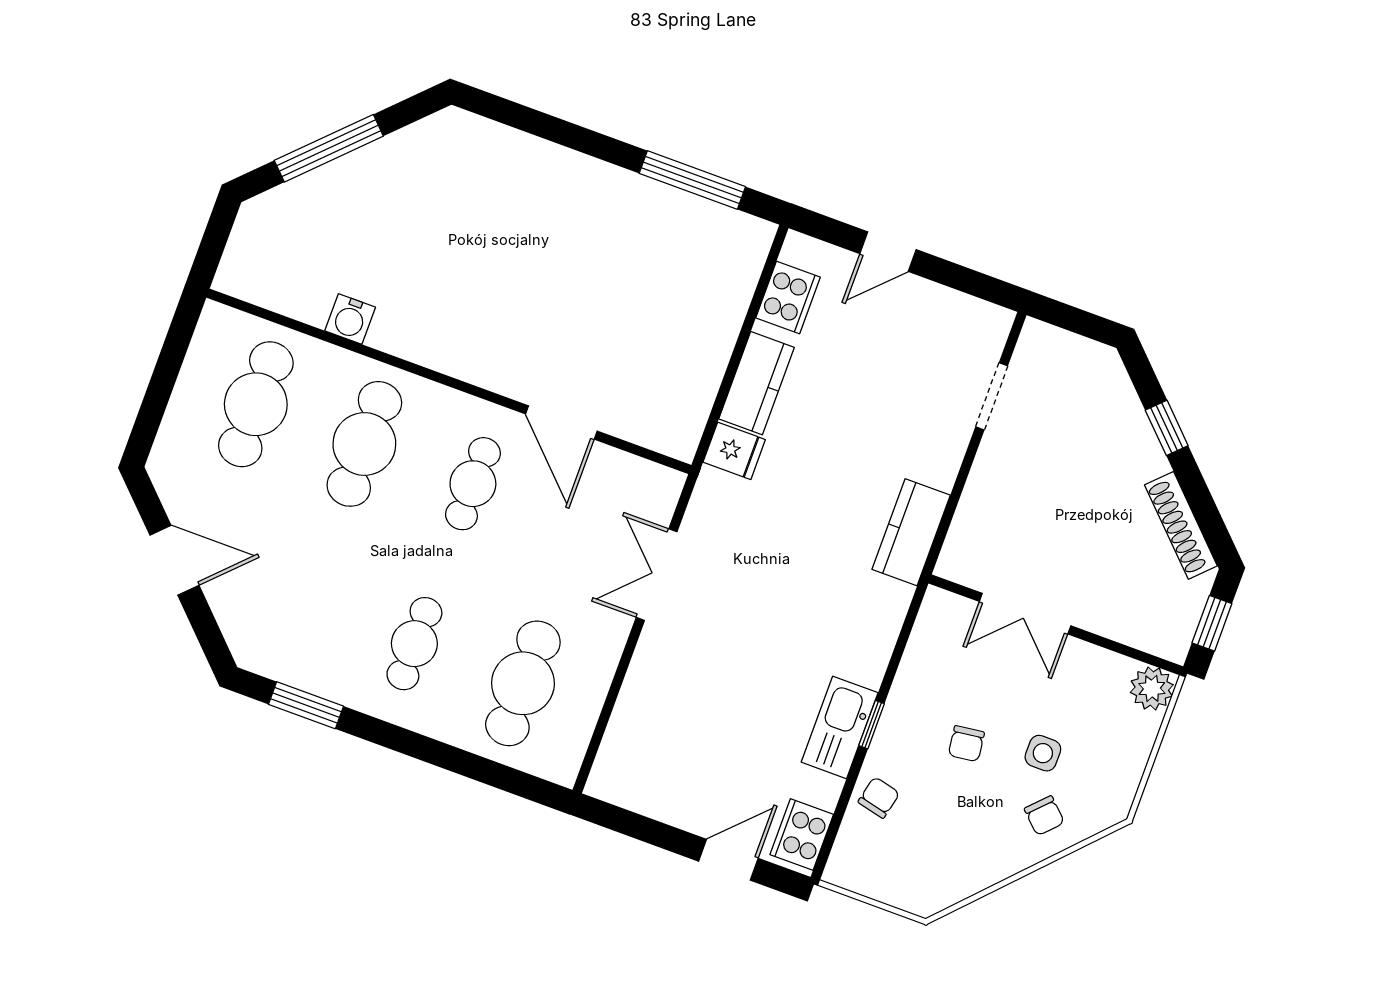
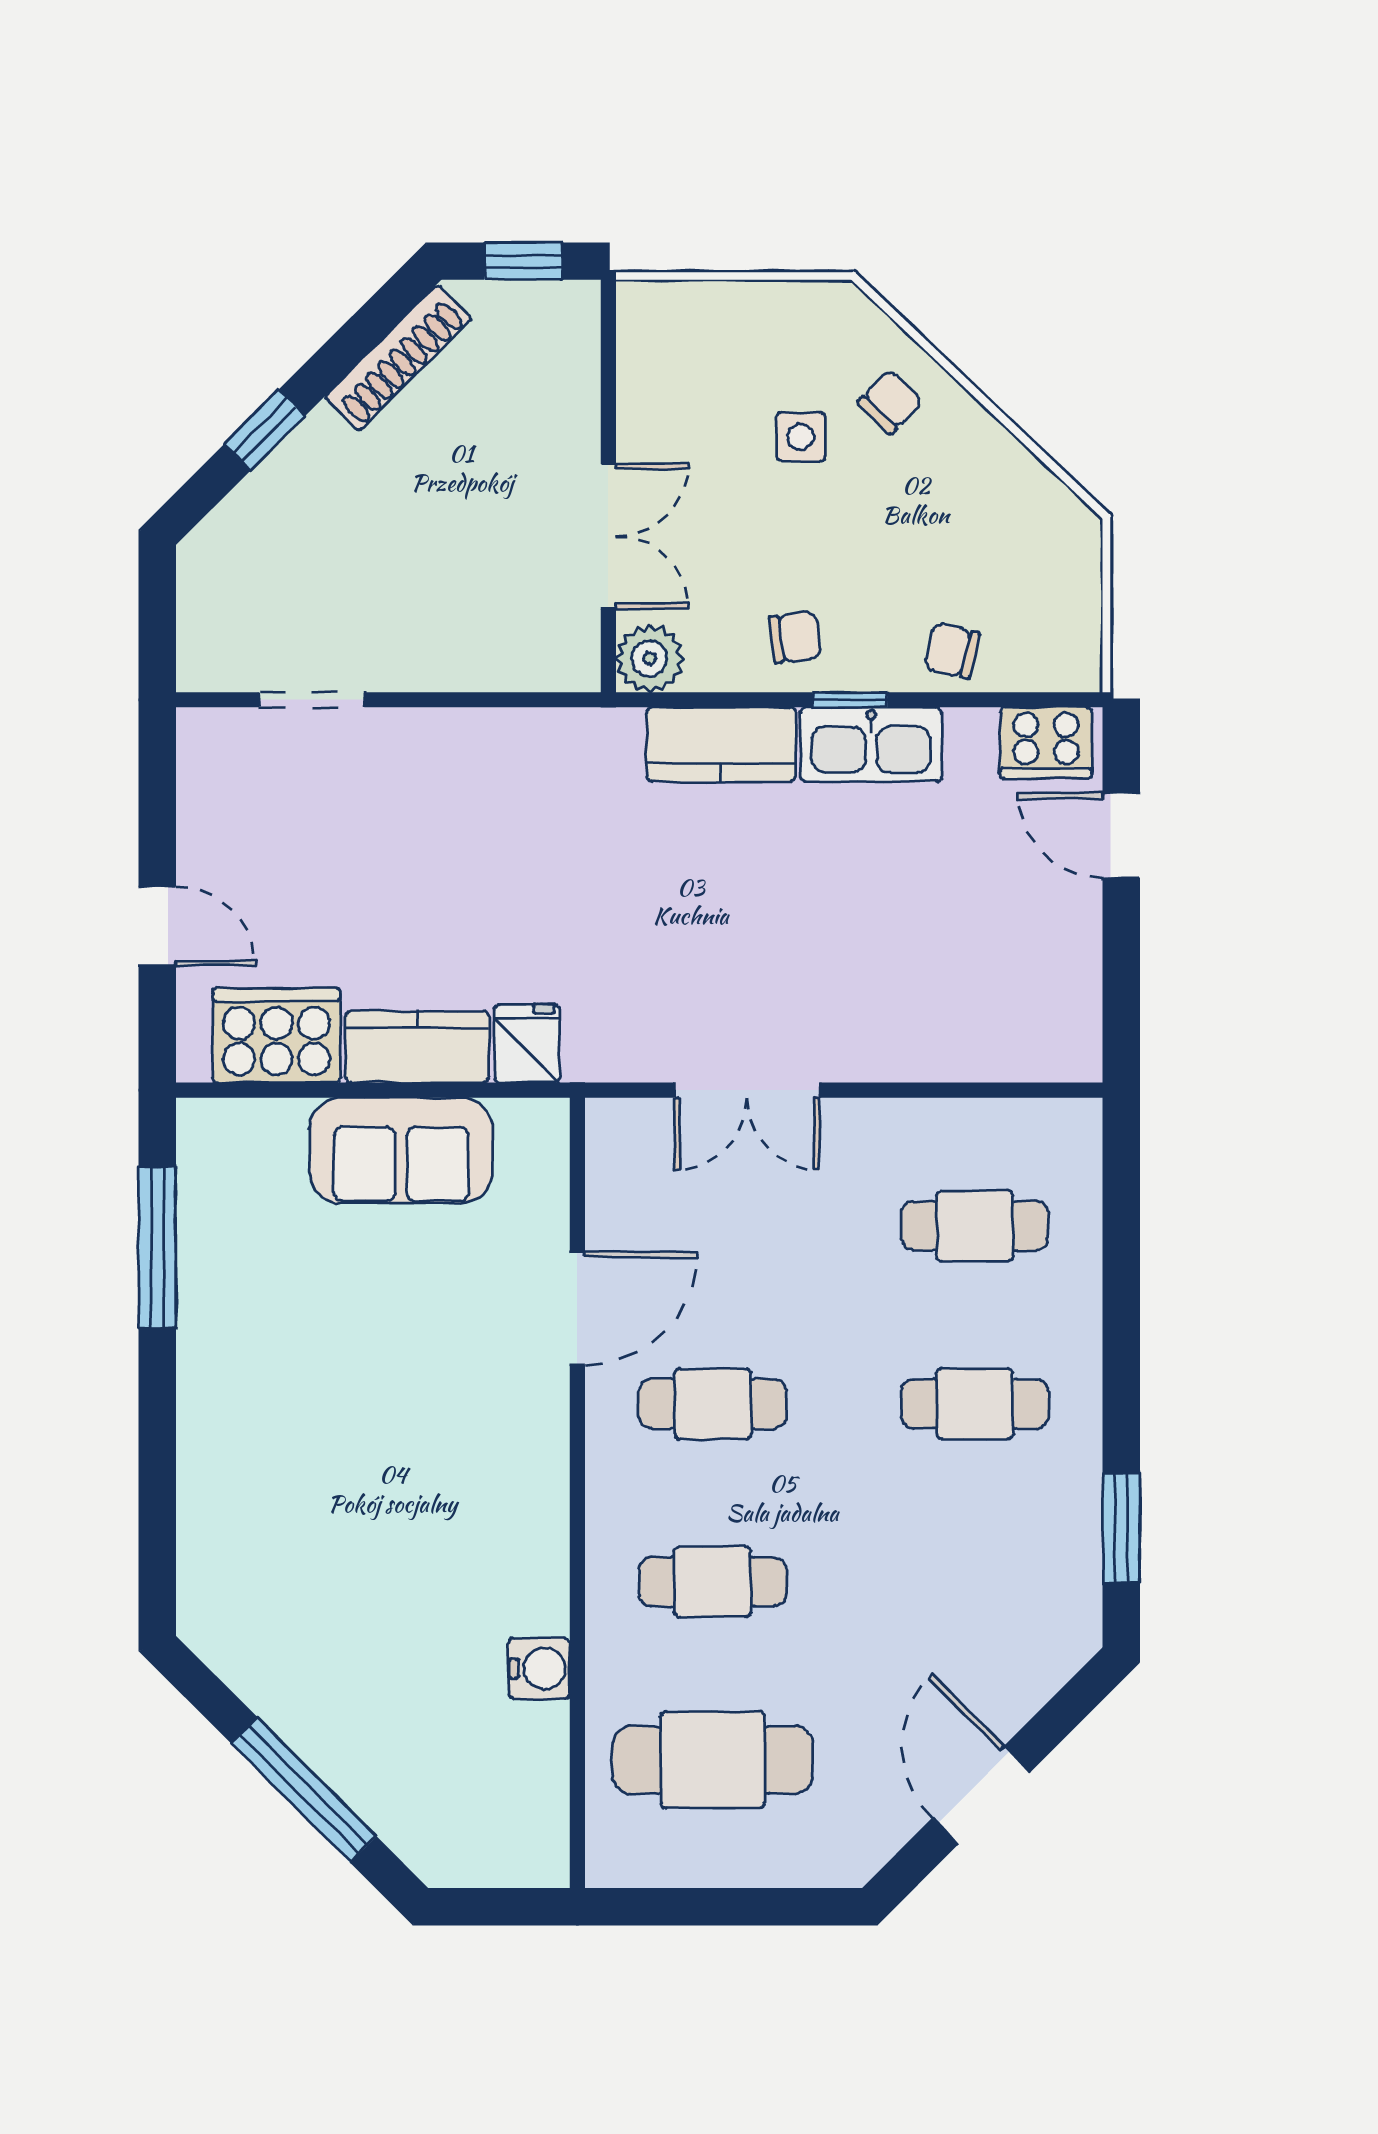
cooker: (788, 297) -> (276, 1035), width x1.37, depth x1.31
sofa: (697, 350) -> (401, 1150), added
cafe table: (364, 444) -> (713, 1582), width x0.73, depth x0.74
kitchen counter: (911, 532) -> (721, 744), moved
cafe table: (523, 683) -> (975, 1226), width x0.73, depth x0.74
plant: (1152, 689) -> (650, 659), moved
chair: (966, 744) -> (795, 637), moved

